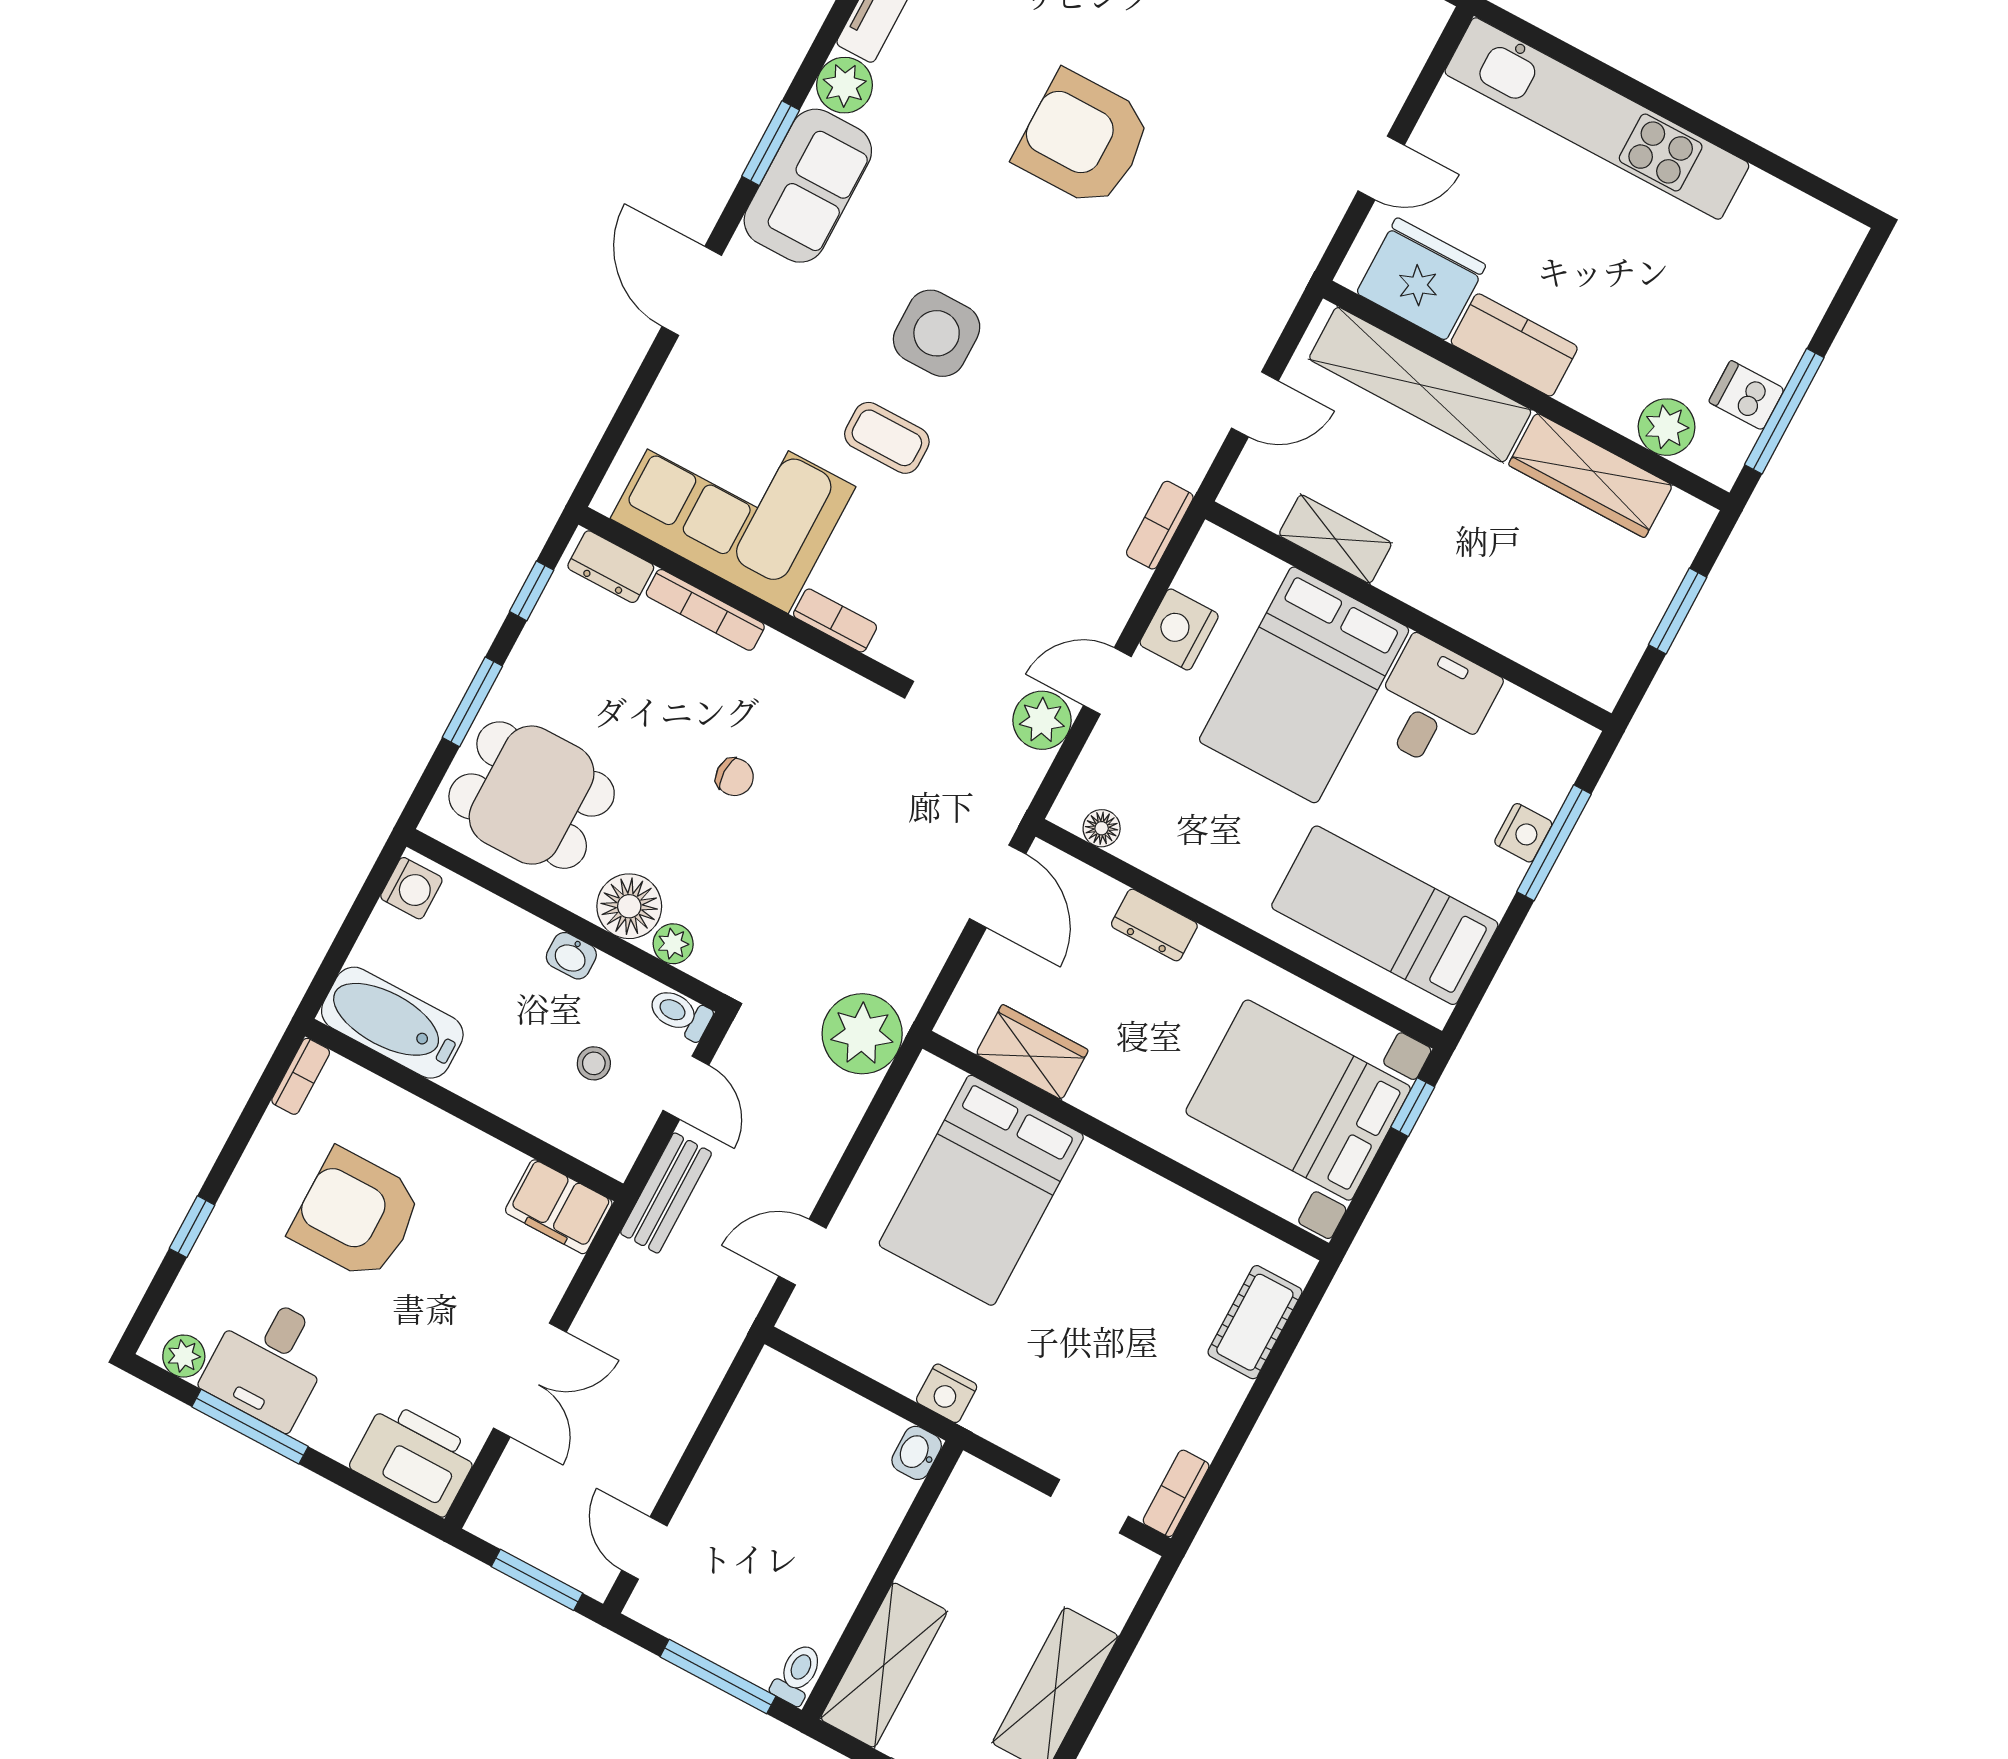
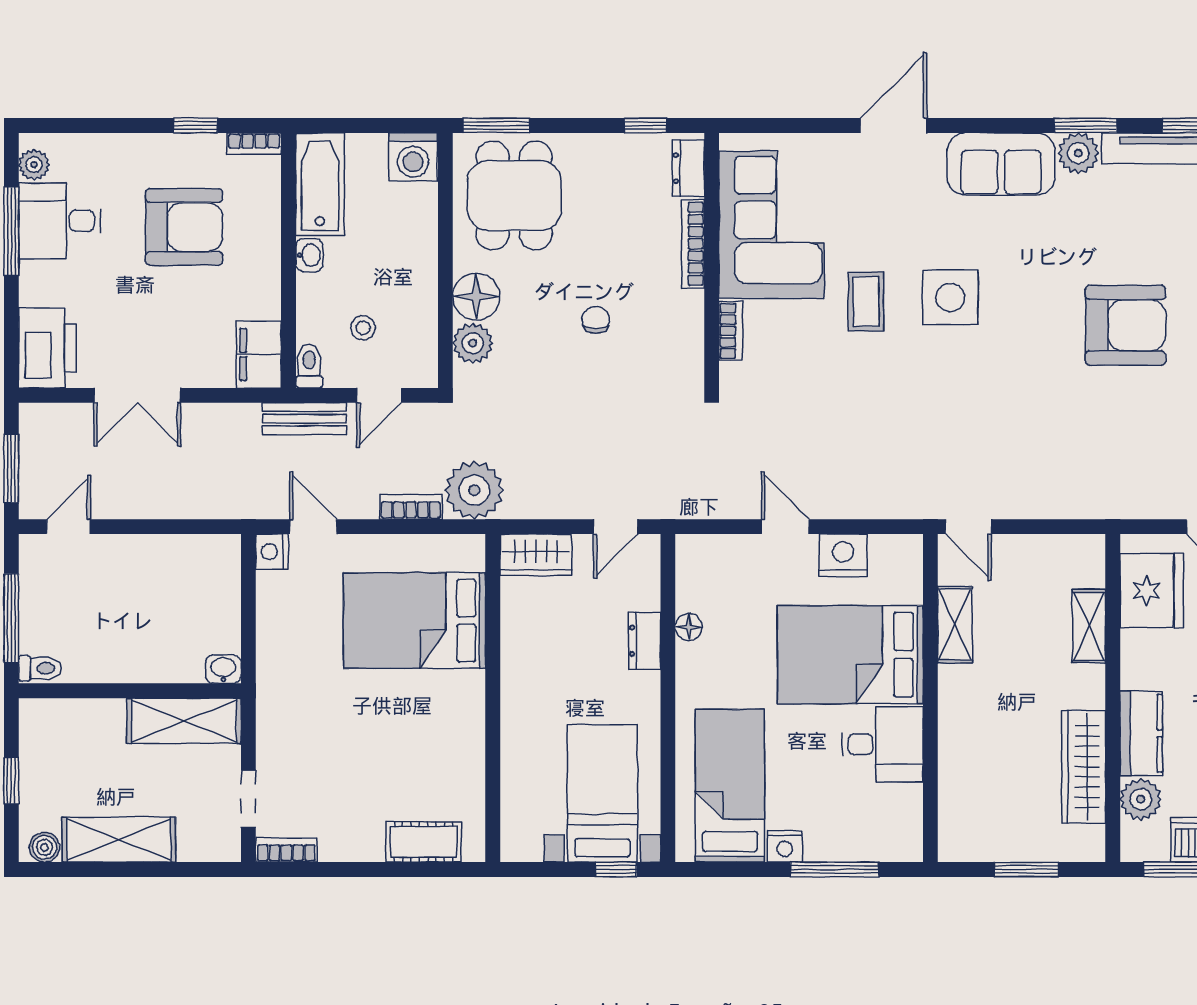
armchair: (1083, 139) -> (1126, 325), turned 90
window: (771, 143) -> (1085, 125), moved
kitchen counter: (1514, 345) -> (1141, 733), moved
shelving: (1420, 385) -> (1089, 626), width x0.45, depth x0.75
door: (1255, 404) -> (968, 527), moved
bookcase: (1160, 525) -> (411, 507), moved
window: (472, 702) -> (497, 125), moved
plant: (1042, 720) -> (738, 498), removed
chair: (735, 777) -> (596, 320), turned 180
floor lamp: (1102, 828) -> (689, 627), moved
nightstand: (1523, 833) -> (785, 846), moved
door: (998, 886) -> (616, 527), width x0.73
washing machine: (411, 888) -> (413, 157), width x1.38, depth x1.38
plant: (673, 944) -> (473, 343), width x1.38, depth x1.38
washbasin: (571, 956) -> (309, 255), moved, turned 180
toilet: (680, 1014) -> (309, 366), moved
wardrobe: (1032, 1052) -> (536, 555), moved, turned 90
bed with nightstands: (1298, 1100) -> (602, 793), width x0.73
armchair: (356, 1215) -> (184, 227), turned 90
window: (192, 1227) -> (195, 125), moved
nightstand: (947, 1393) -> (272, 552), moved
shelving: (884, 1665) -> (184, 721), moved

